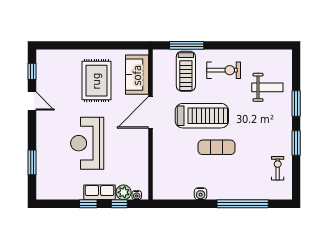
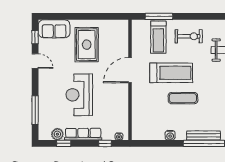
sofa: (137, 75) -> (54, 29), moved, turned -90
window: (32, 162) -> (35, 110), width x1.44
row of seats: (100, 192) -> (83, 134), width x1.48
plant: (124, 192) -> (57, 134), moved
bench: (242, 194) -> (203, 135), added
window: (88, 204) -> (64, 143), moved

